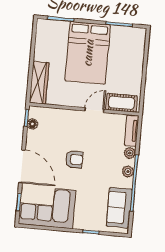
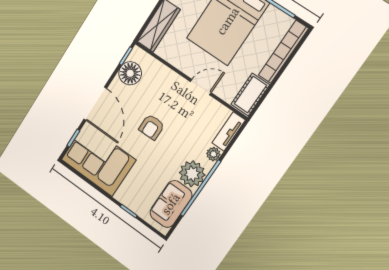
bookcase: (139, 54) -> (283, 52), added
cot: (121, 103) -> (250, 95), moved, turned 90
floor lamp: (32, 124) -> (130, 73), width x1.89, depth x1.89
armchair: (74, 159) -> (152, 127), turned 90
plant: (128, 172) -> (192, 174), width x1.88, depth x1.88

